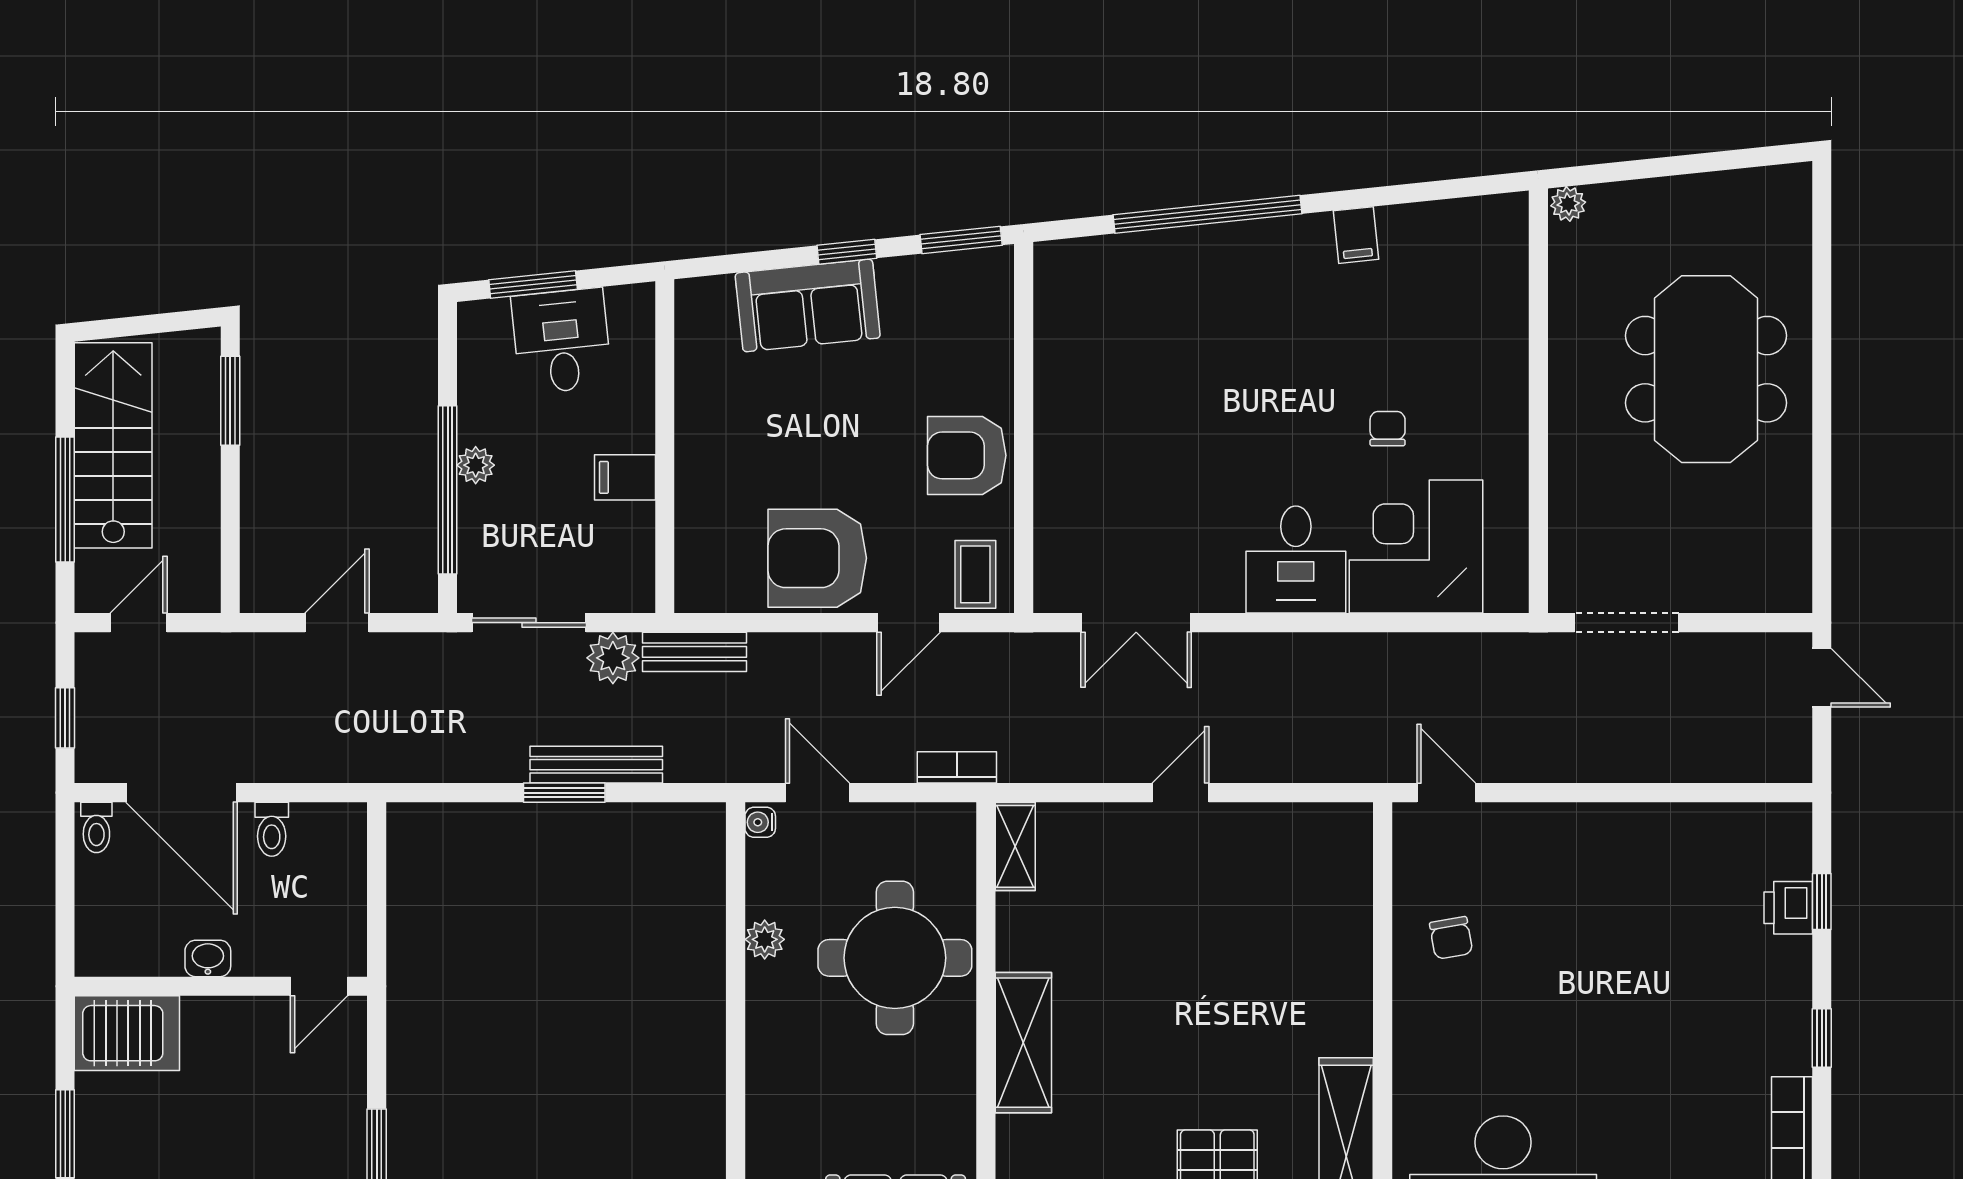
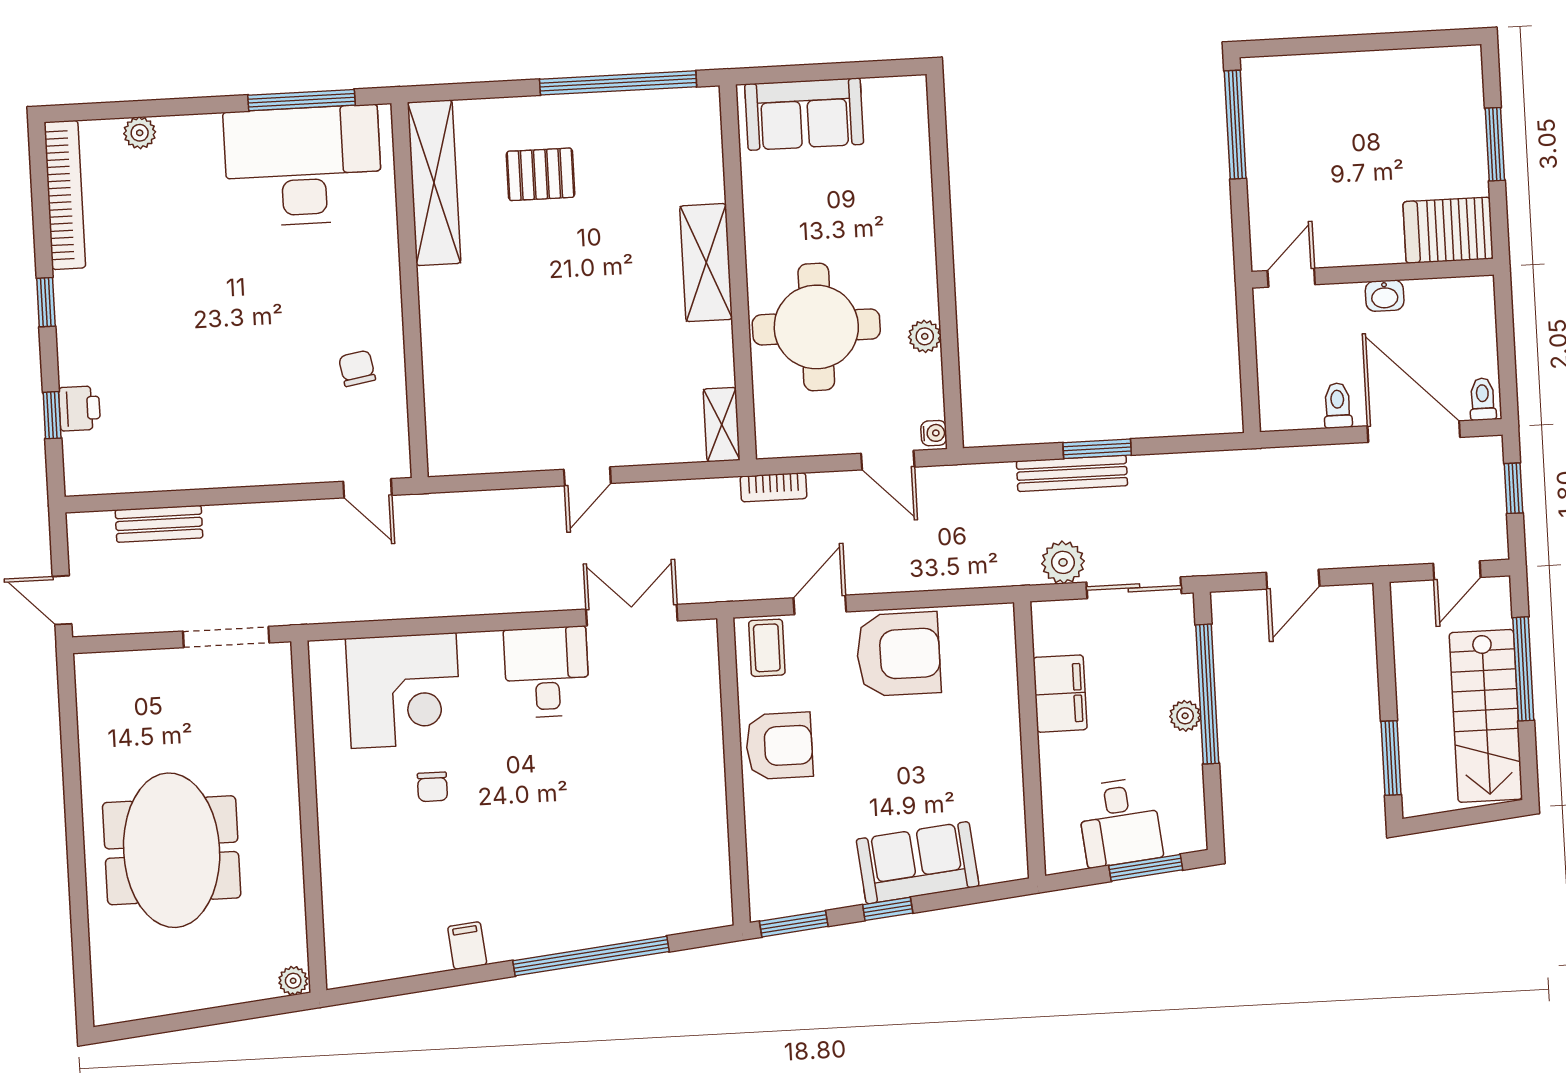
filing cabinet: (625, 477) -> (1060, 694), width x2.00
desk: (1296, 560) -> (547, 672), moved
bench: (694, 652) -> (159, 524), moved

